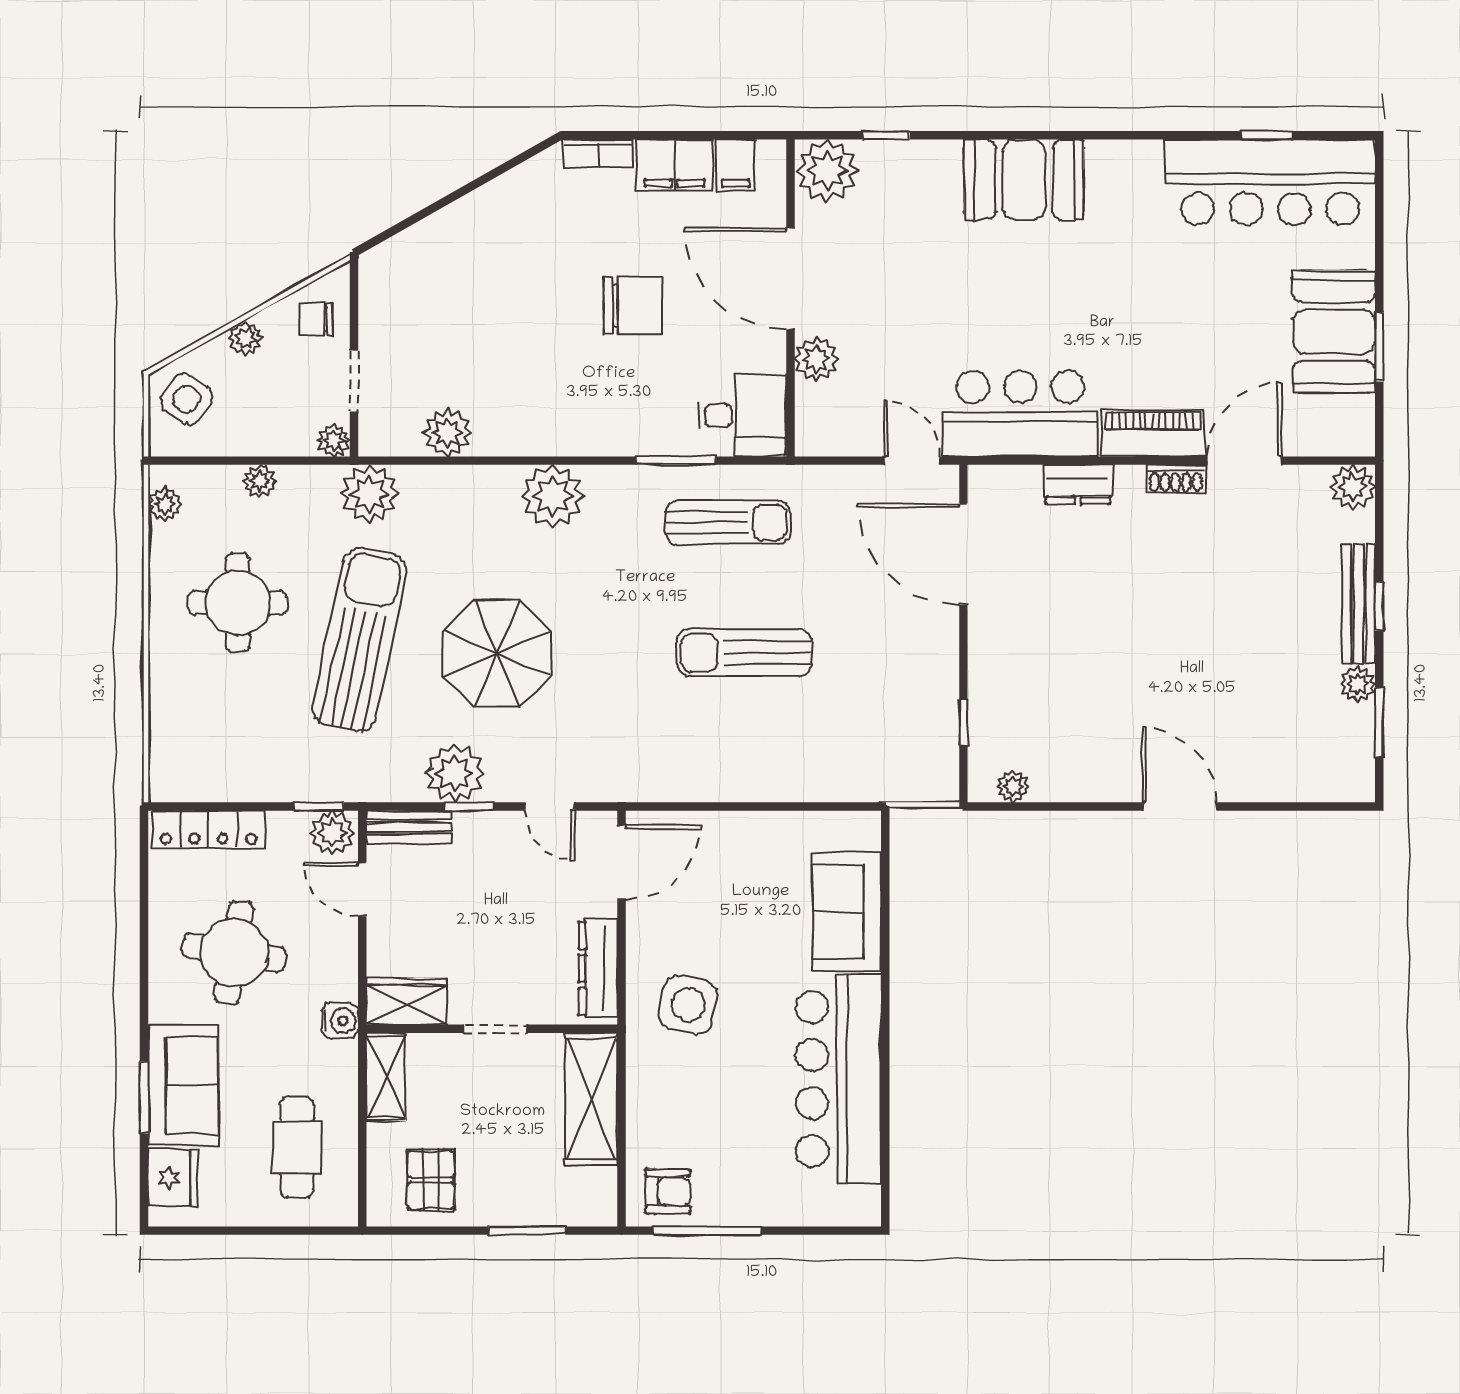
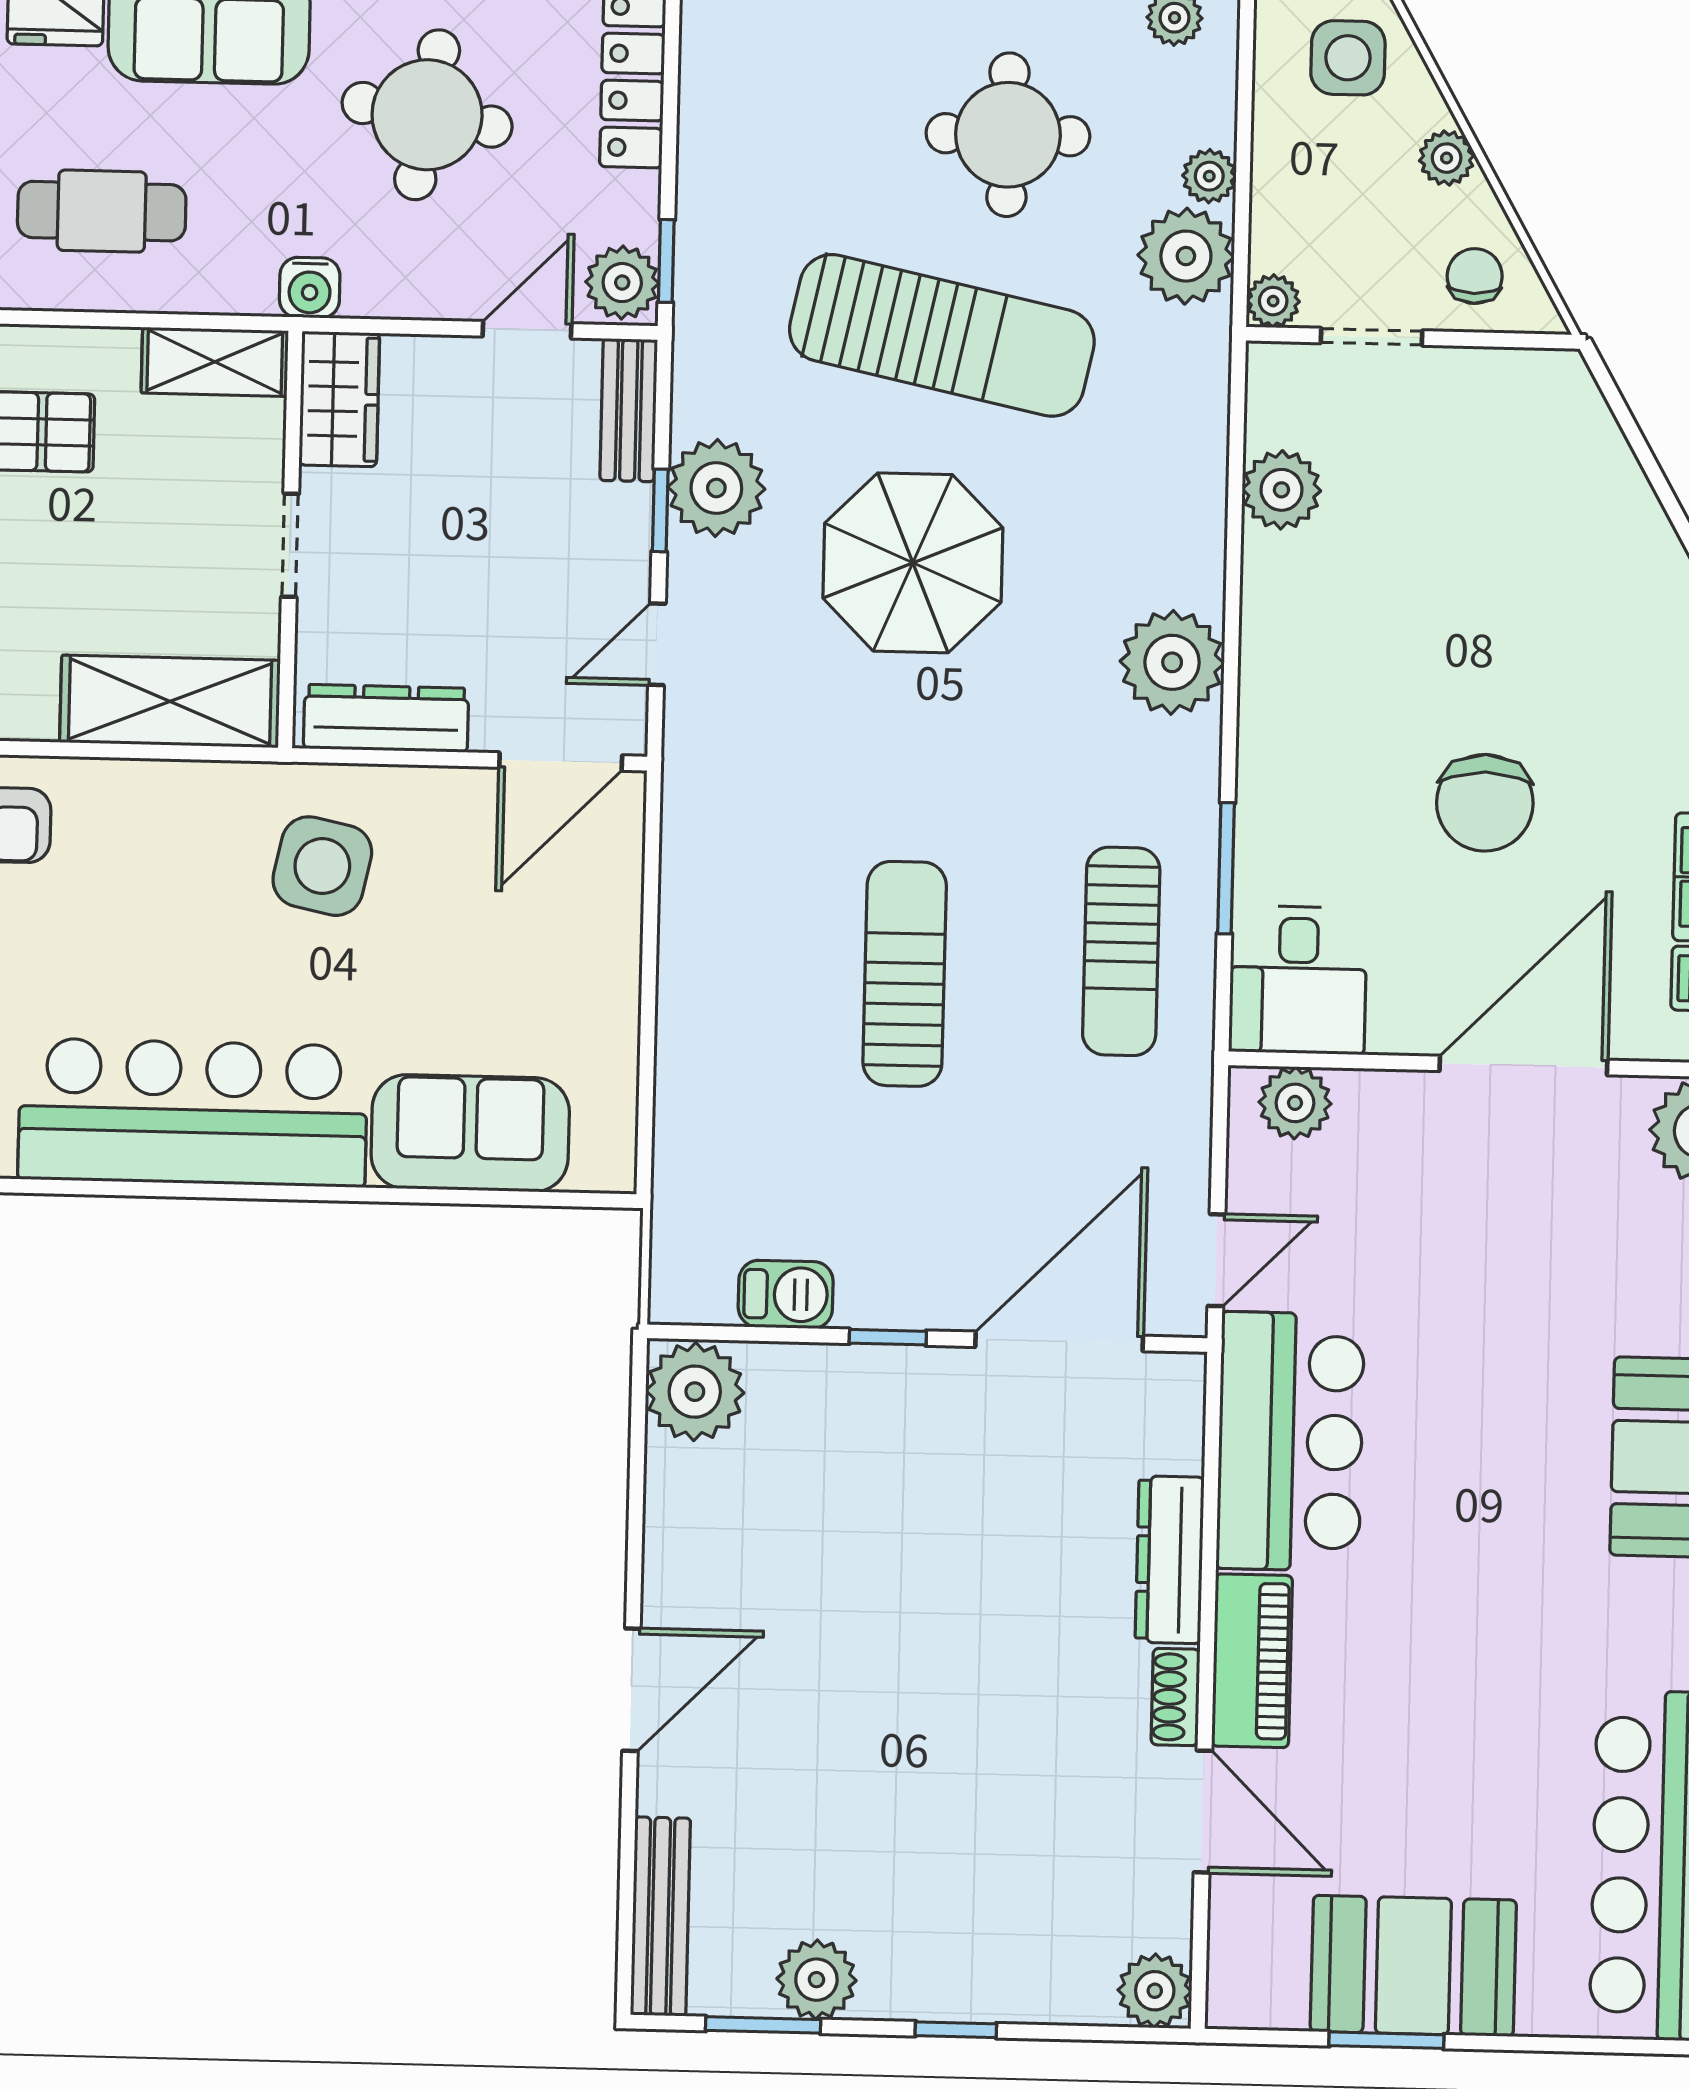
plant: (816, 359) -> (1295, 1103), moved
side table: (186, 399) -> (1348, 58), turned -35
dresser: (1078, 484) -> (1170, 1560), width x1.44
plant: (369, 494) -> (1186, 256), moved
bench: (1358, 604) -> (660, 1917), moved, turned 90
plant: (1358, 684) -> (816, 1980), width x1.38, depth x1.38
barbecue: (939, 719) -> (786, 1294), added
window: (963, 722) -> (888, 1337), moved
plant: (1013, 787) -> (695, 1392), width x1.88, depth x1.88
door: (622, 863) -> (561, 762), hinge flipped

